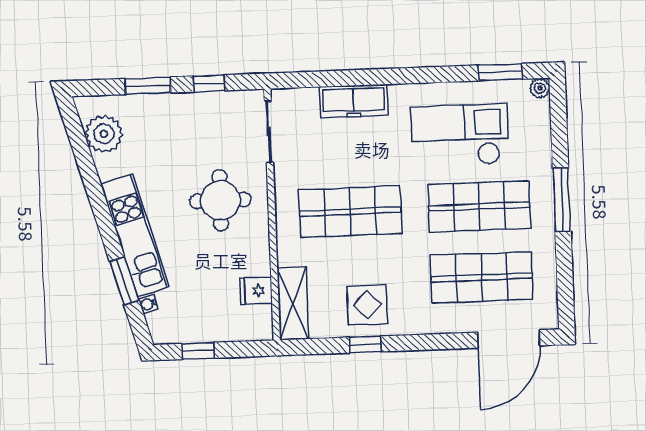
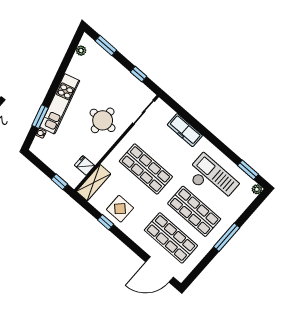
window: (148, 86) -> (106, 46), moved
plant: (104, 134) -> (81, 51), width x0.53, depth x0.53
window: (198, 351) -> (59, 182), moved

